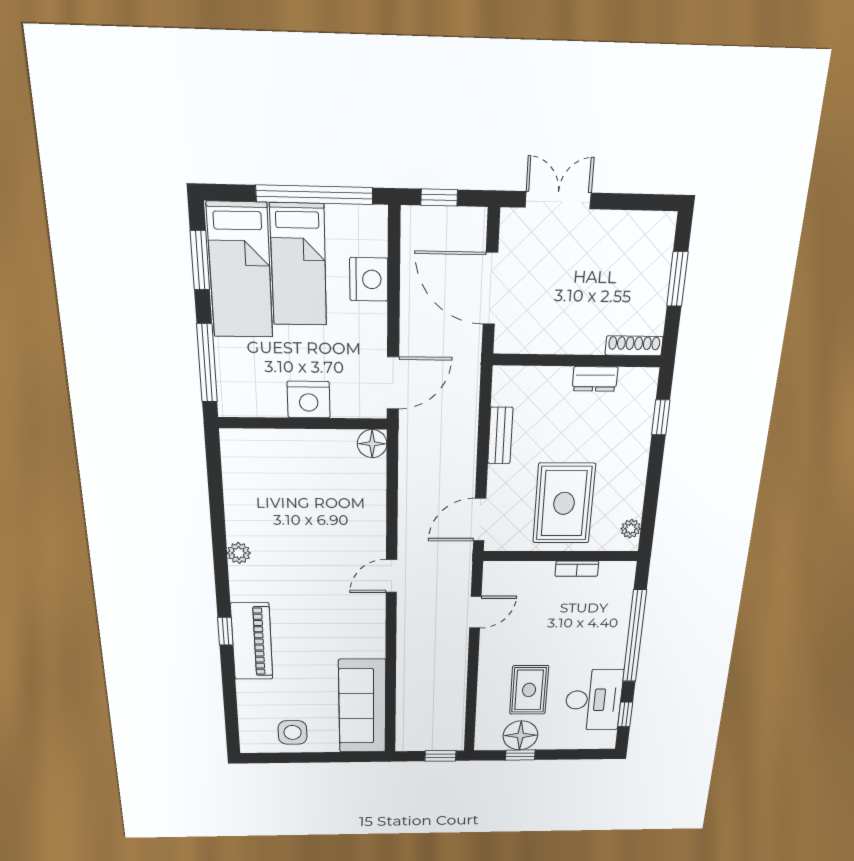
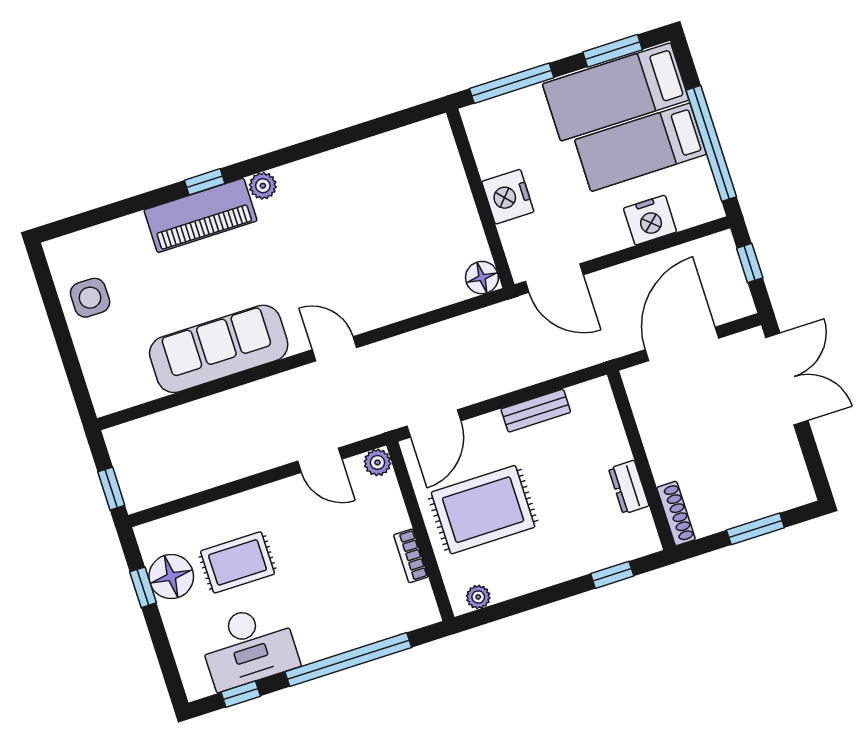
double door: (558, 200) -> (787, 379), width x1.37
door: (480, 520) -> (434, 424), swing flipped
plant: (239, 553) -> (263, 186), moved
plant: (494, 571) -> (377, 462), added
sofa: (362, 706) -> (219, 349), moved

